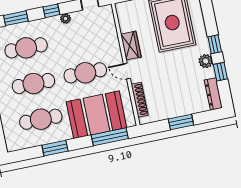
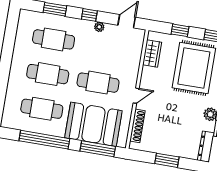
wardrobe: (131, 46) -> (152, 53), moved
door: (127, 71) -> (136, 96), swing flipped
window: (55, 148) -> (44, 140), width x2.11

